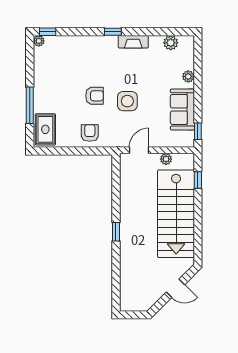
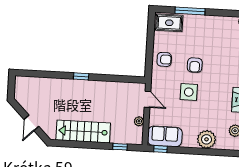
plant: (188, 76) -> (207, 139), width x1.87, depth x1.87
sofa: (182, 109) -> (165, 136), moved
stairs: (176, 214) -> (83, 131), width x0.73, depth x0.66

